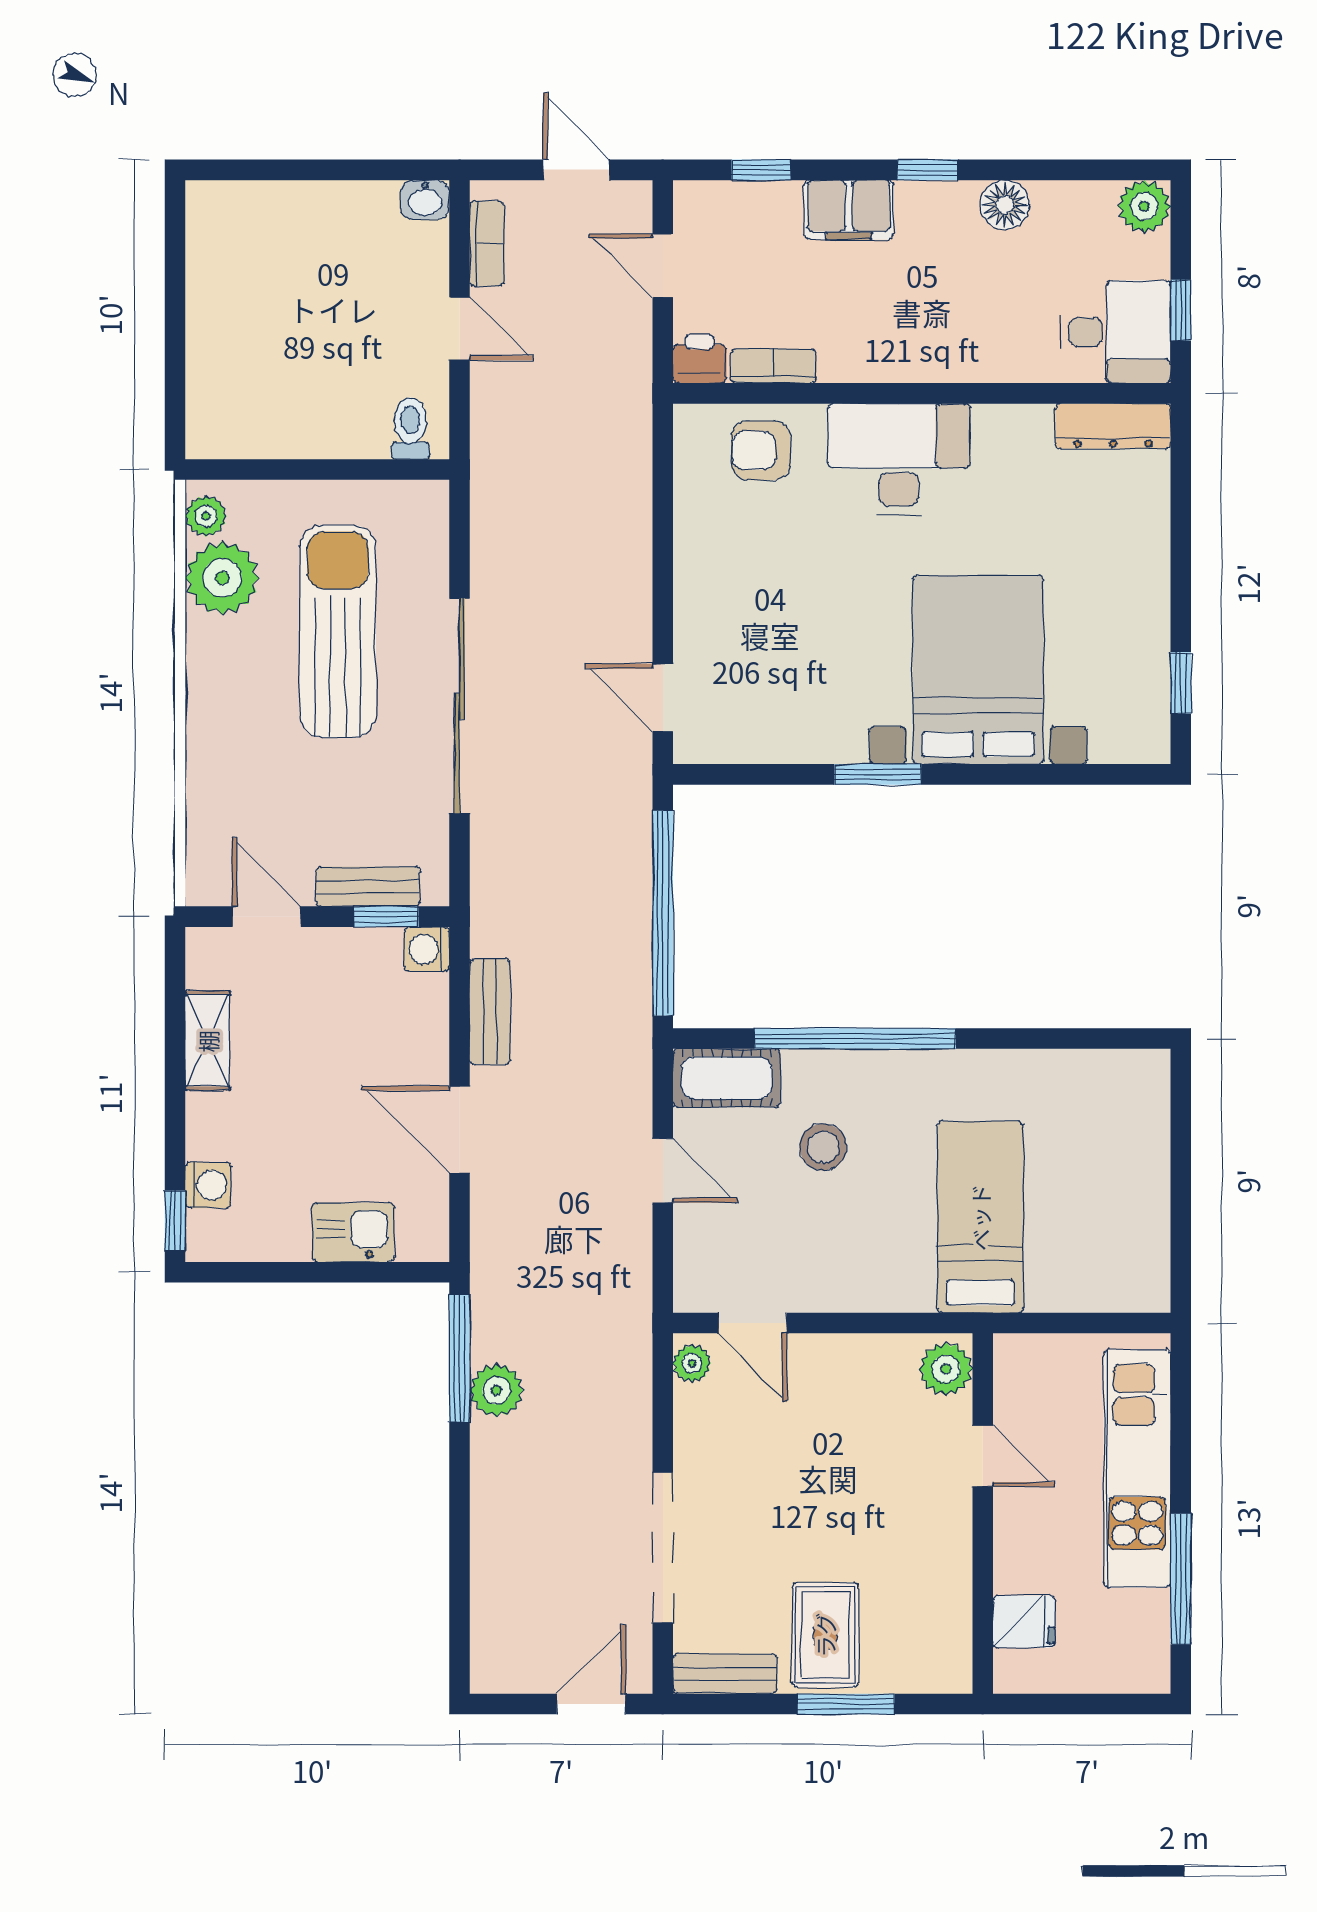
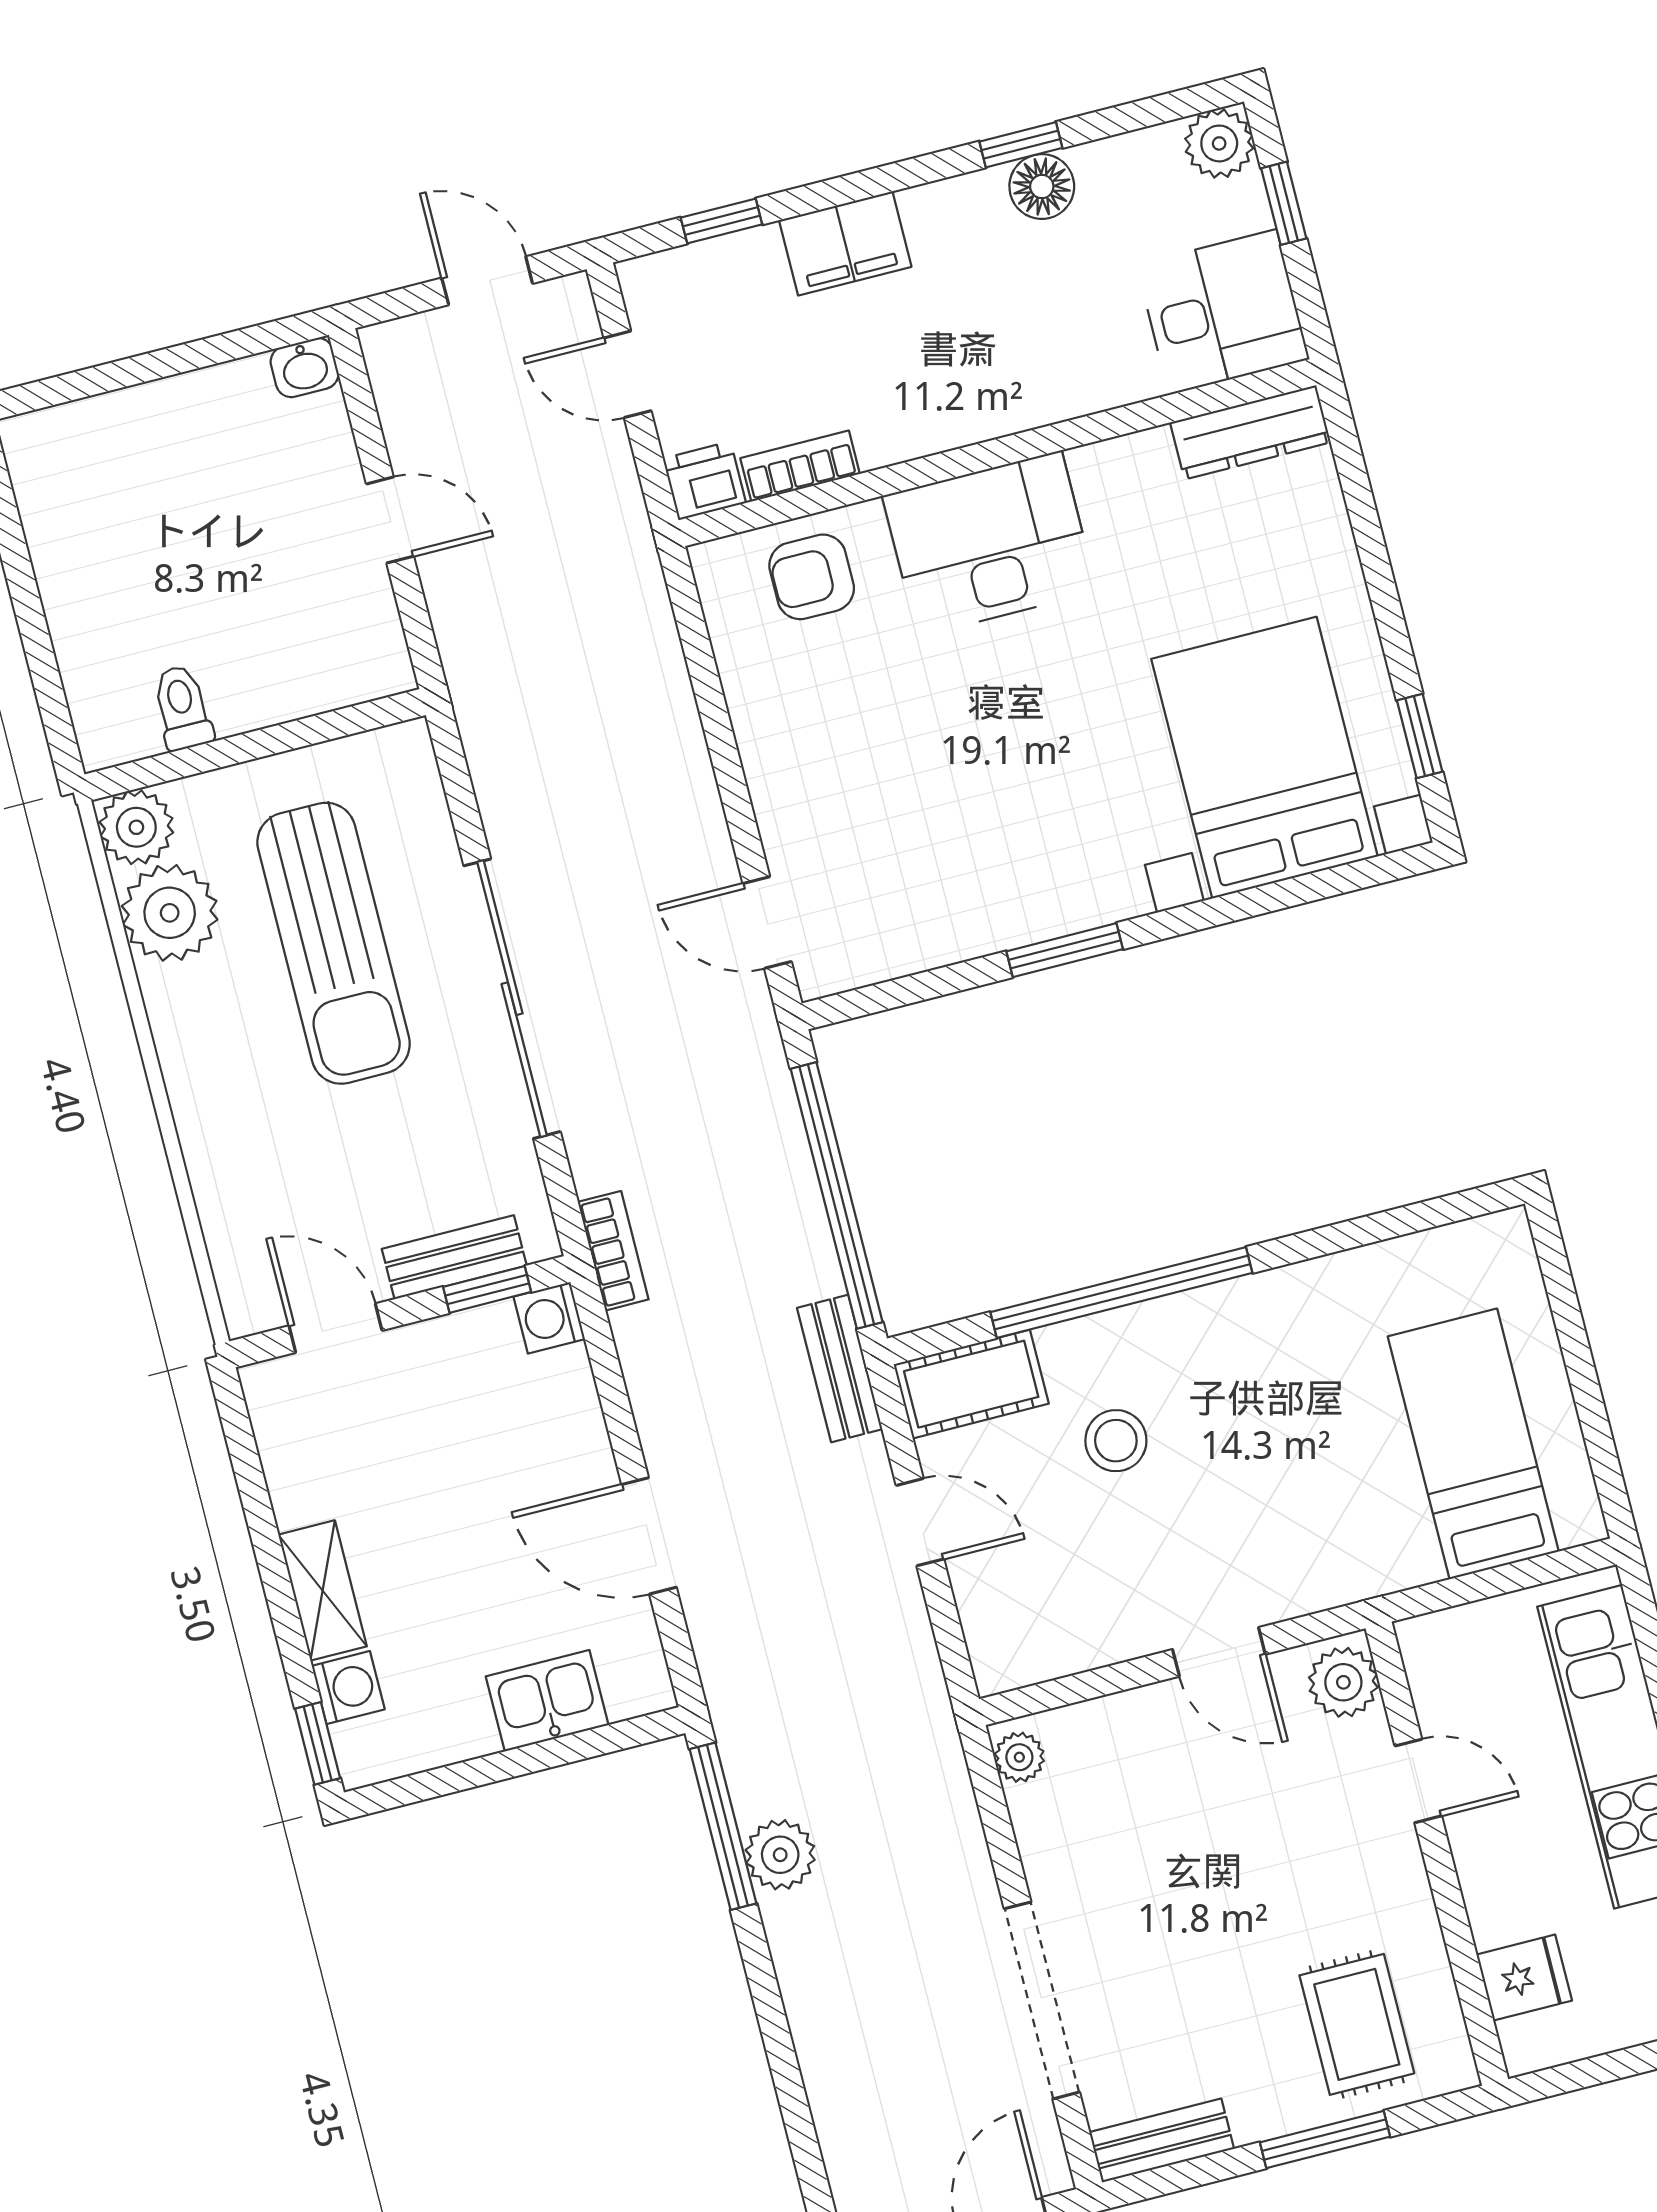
window: (928, 170) -> (1021, 145), moved
bookcase: (487, 244) -> (613, 1251), moved
window: (1181, 310) -> (1284, 203), moved
toilet: (410, 428) -> (182, 708), moved
plant: (206, 516) -> (136, 827), width x1.38, depth x1.38
sun lounger: (338, 631) -> (334, 943), turned 180
bed with nightstands: (978, 670) -> (1264, 758), moved
bench: (490, 1012) -> (840, 1368), moved
shelving: (208, 1041) -> (323, 1590), moved
bed: (980, 1217) -> (1473, 1444), moved
door: (753, 1323) -> (1219, 1652), moved
rug: (825, 1635) -> (1357, 2024), moved

